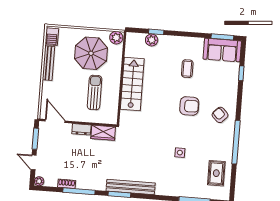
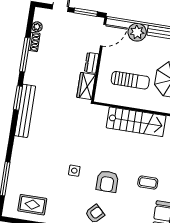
plant: (50, 90) -> (137, 32), added
side table: (180, 153) -> (74, 171), moved
plant: (39, 181) -> (37, 27), moved

